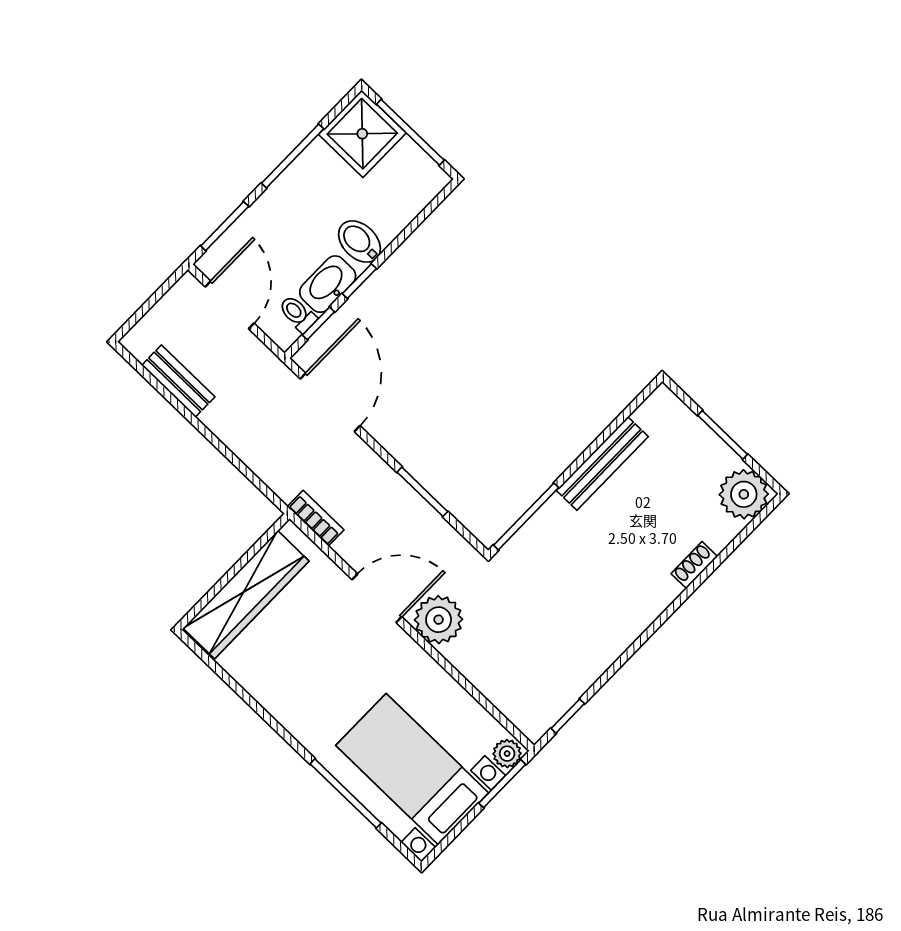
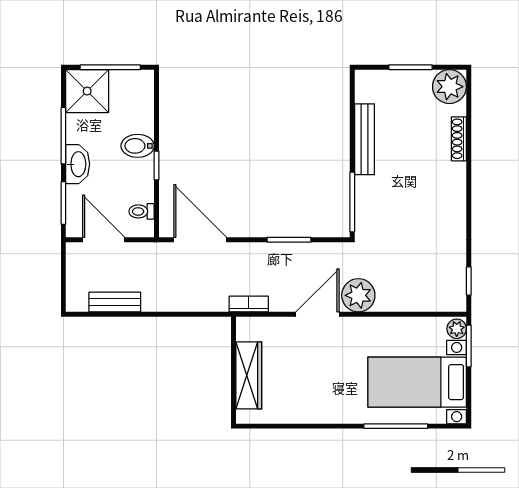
washbasin: (328, 284) -> (78, 164), moved, turned 180
window: (318, 323) -> (157, 206), removed
shoe rack: (694, 565) -> (459, 139), width x1.43
wardrobe: (246, 595) -> (249, 375), width x0.71, depth x0.85

